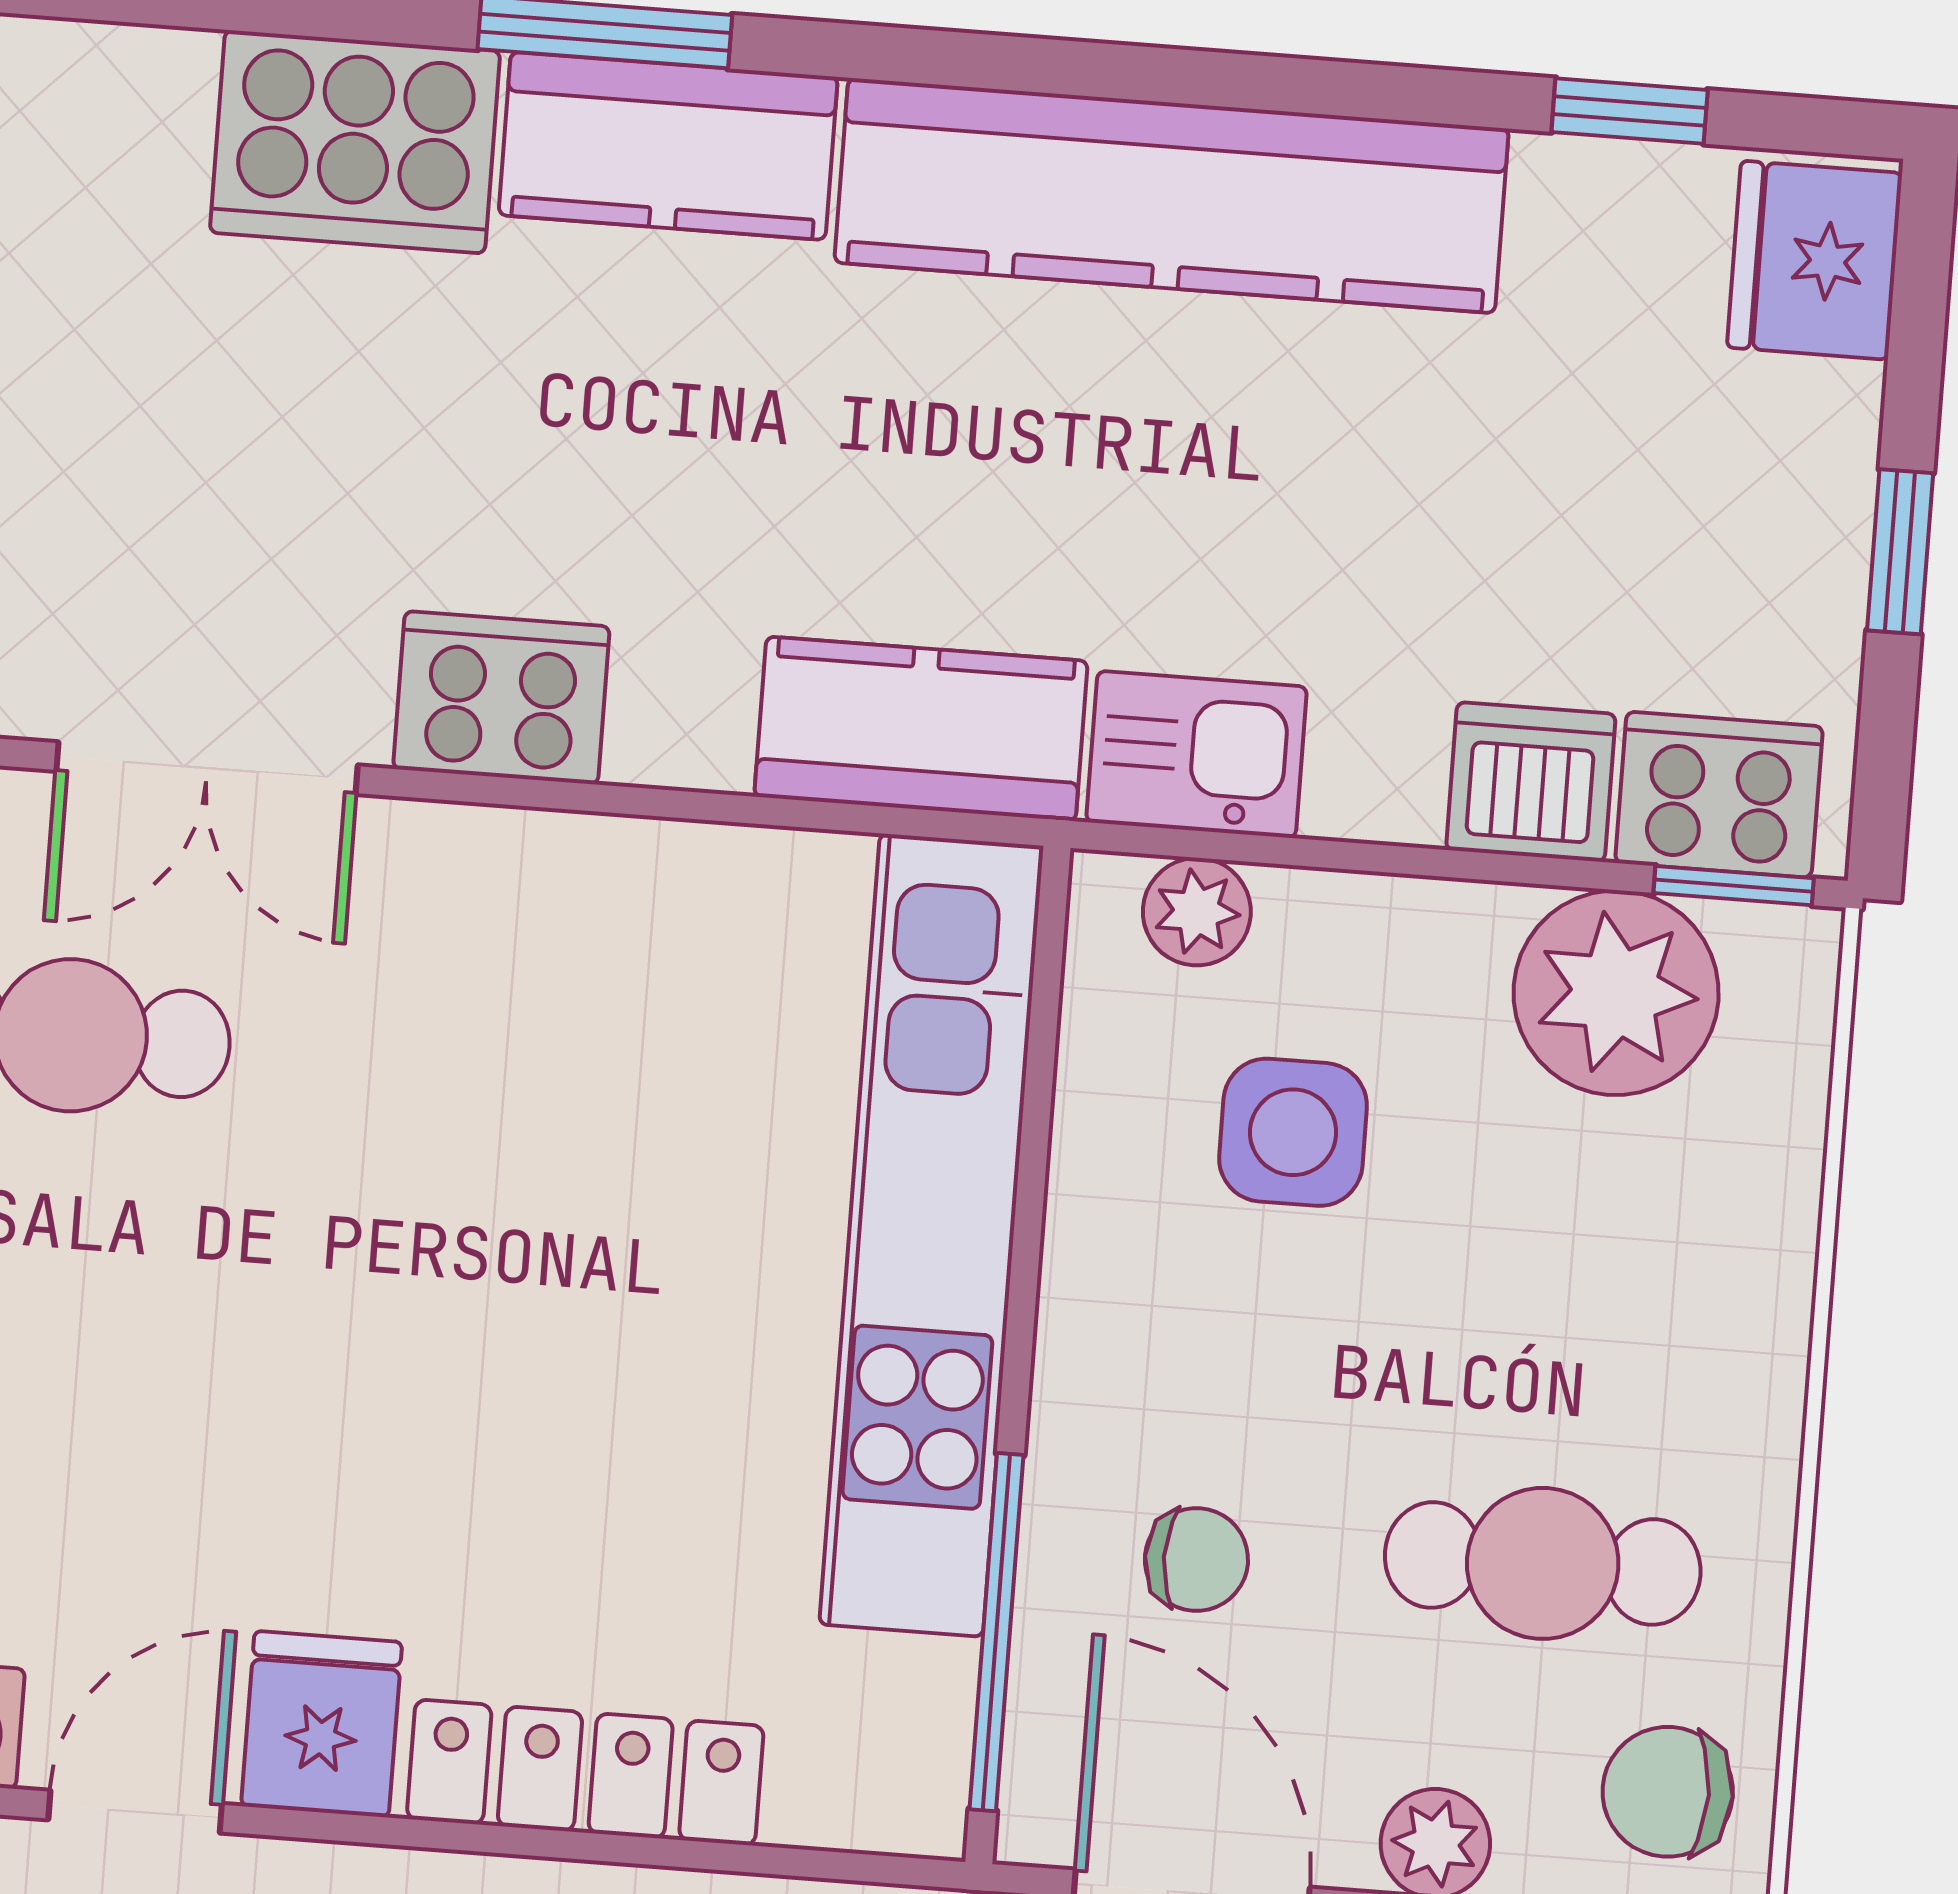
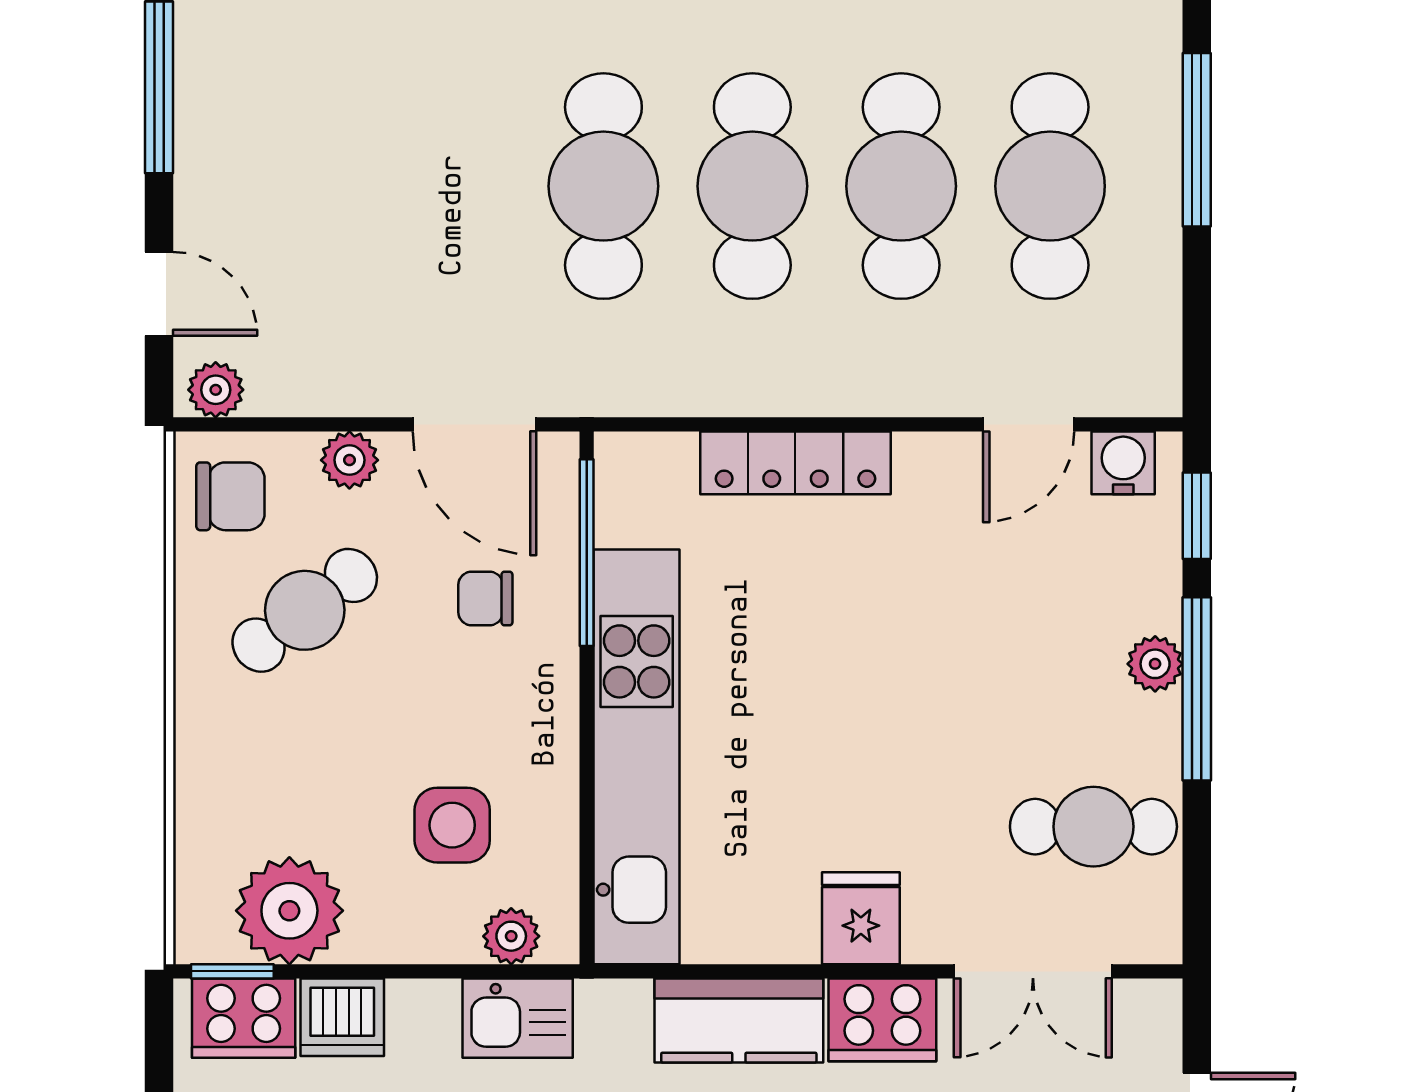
kitchen counter: (921, 729) -> (739, 1020), moved
double door: (207, 768) -> (1033, 971), swing flipped
cafe table: (1543, 1563) -> (305, 610), turned -37
fridge: (322, 1724) -> (861, 918), moved, turned 180

